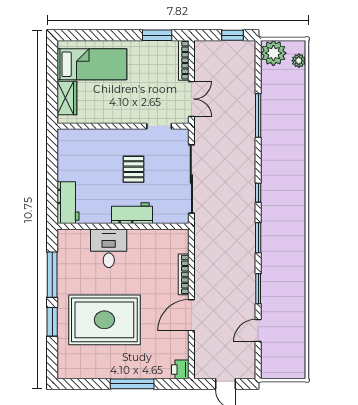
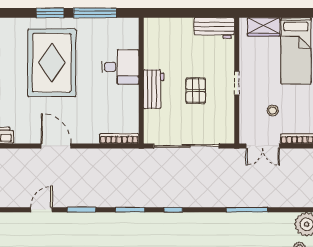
stool: (154, 89) -> (273, 111), added
doorway: (159, 126) -> (237, 83), moved
pallet: (133, 169) -> (196, 91), turned 90
workbench: (68, 203) -> (214, 28), moved
bookcase: (184, 274) -> (119, 138), moved
door: (258, 331) -> (42, 210), hinge flipped

